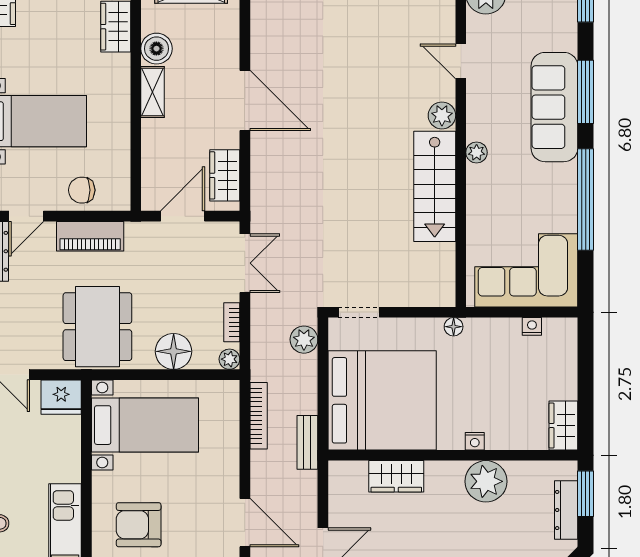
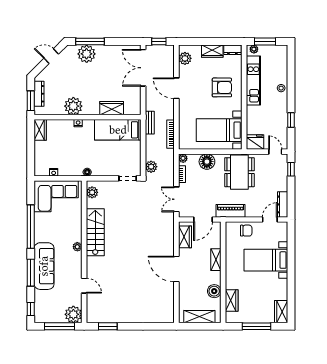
shelving: (152, 92) -> (216, 260), moved
plant: (442, 115) -> (92, 192), moved
piano: (90, 236) -> (230, 211), moved
bed: (382, 400) -> (118, 130), width x0.49

